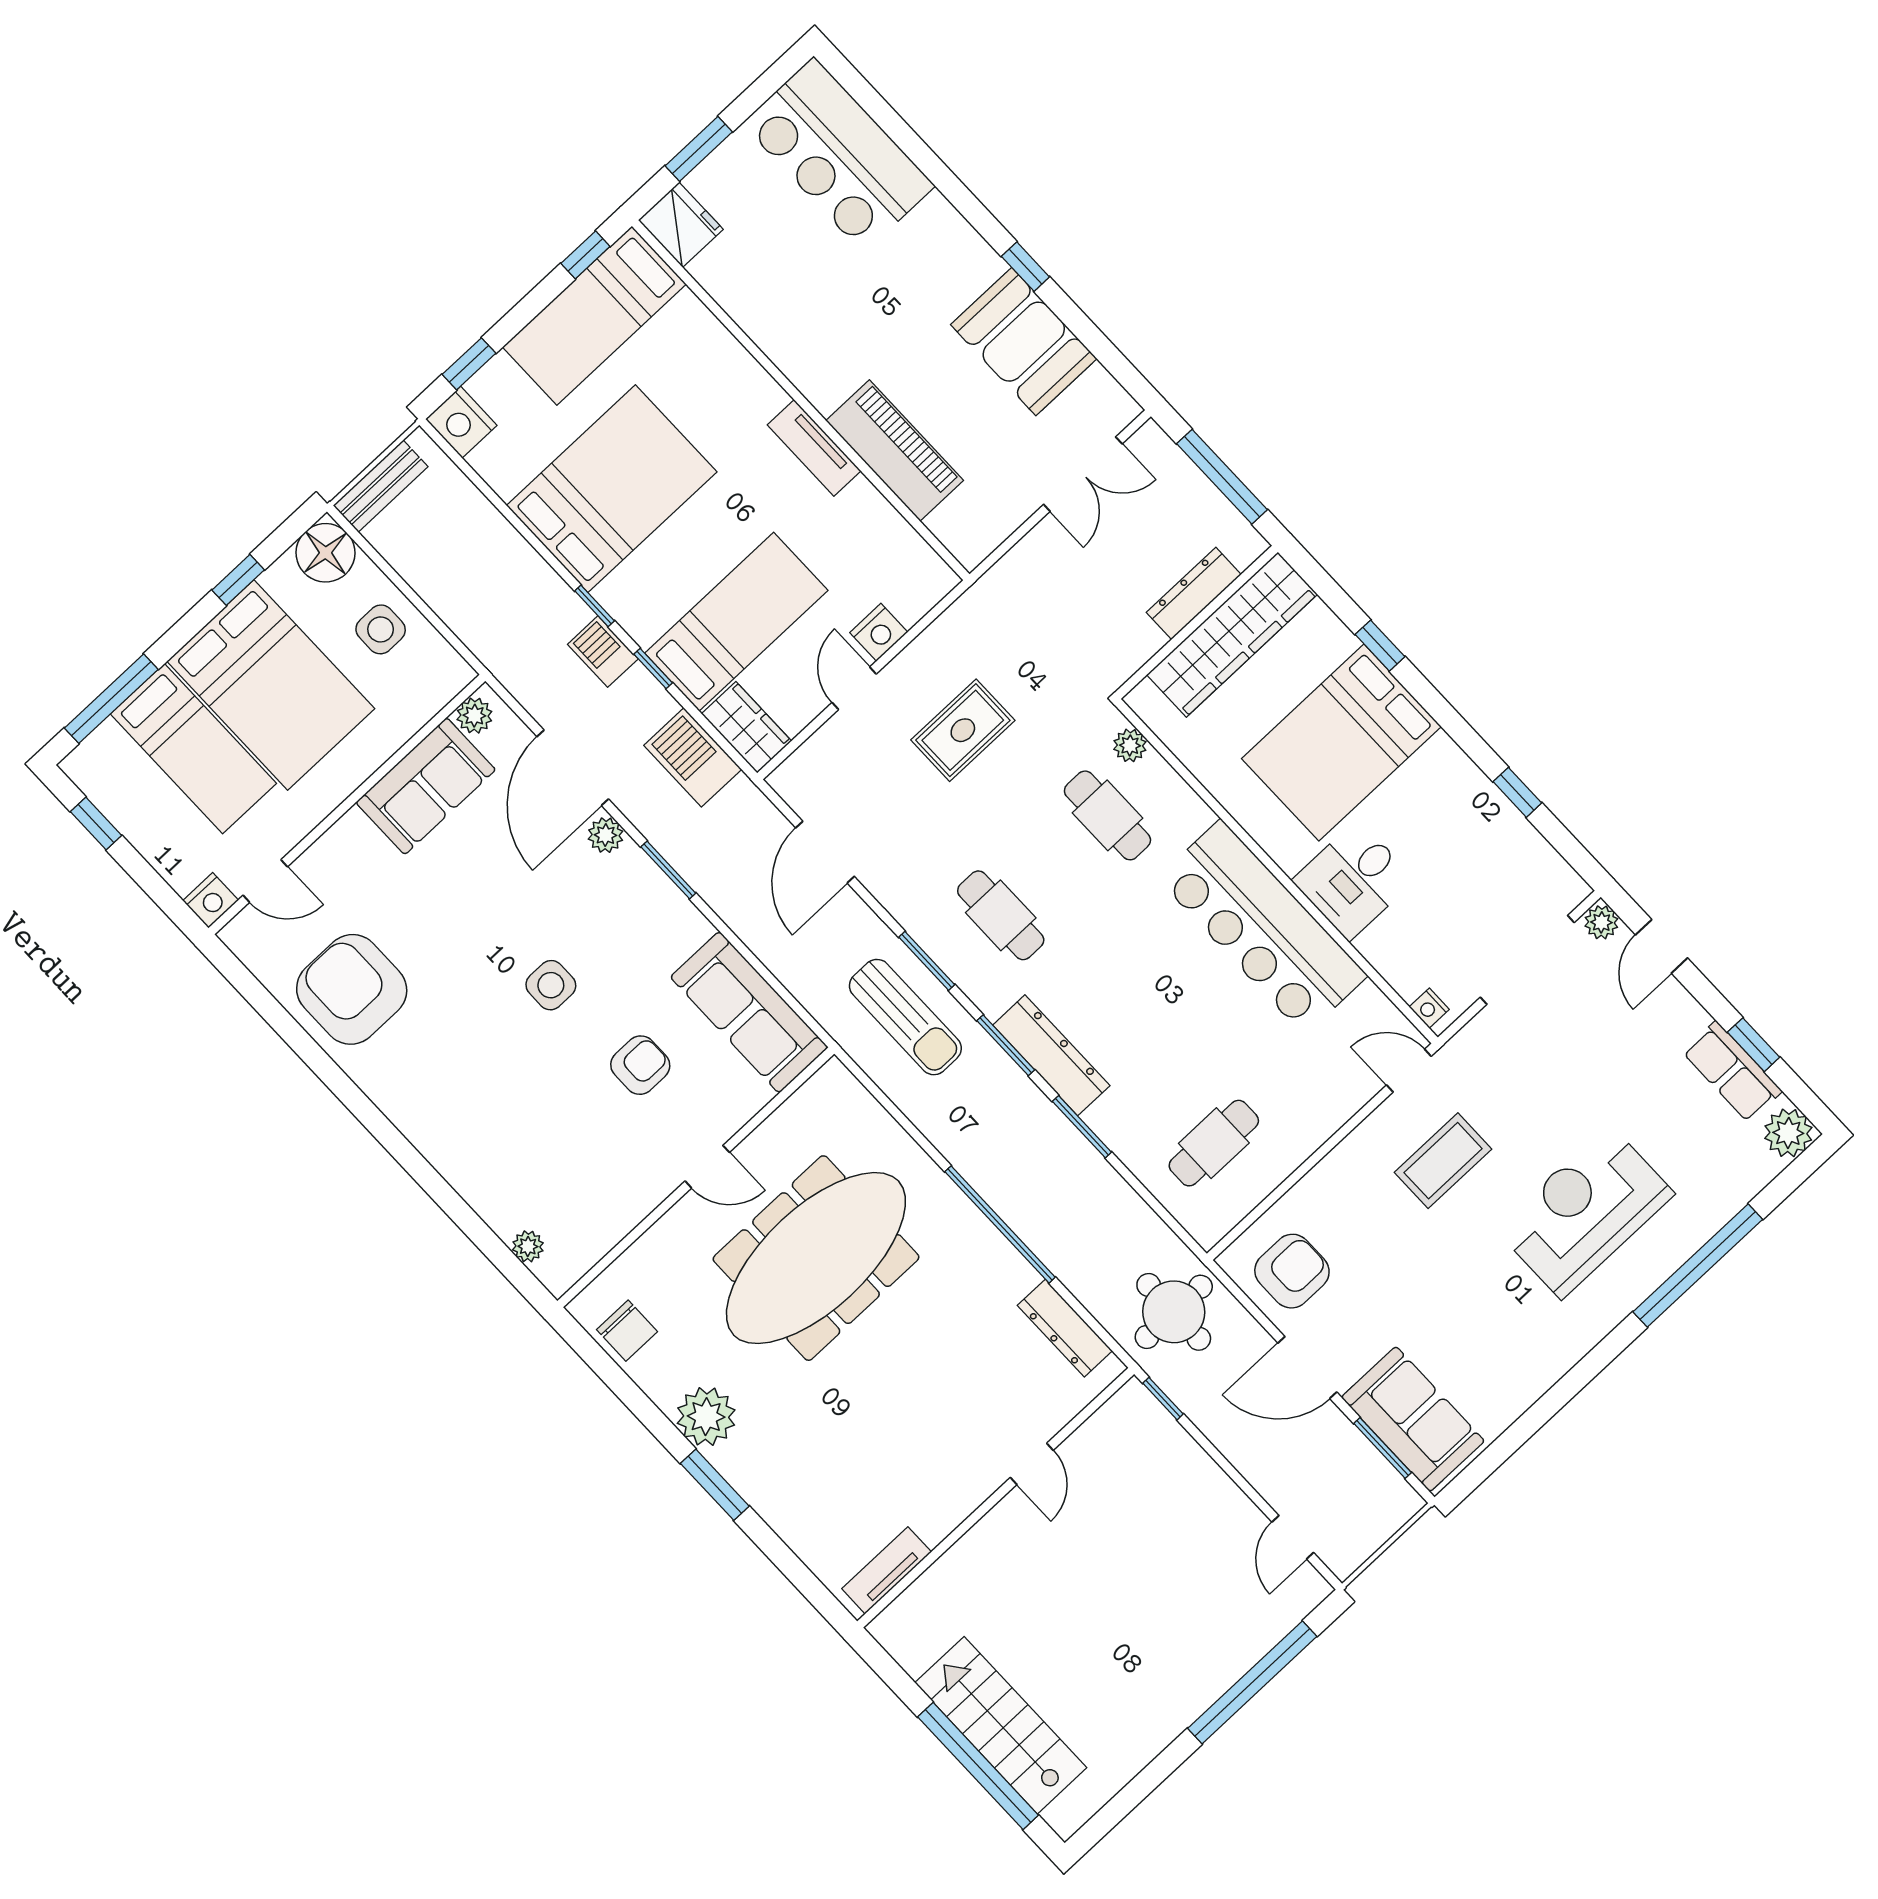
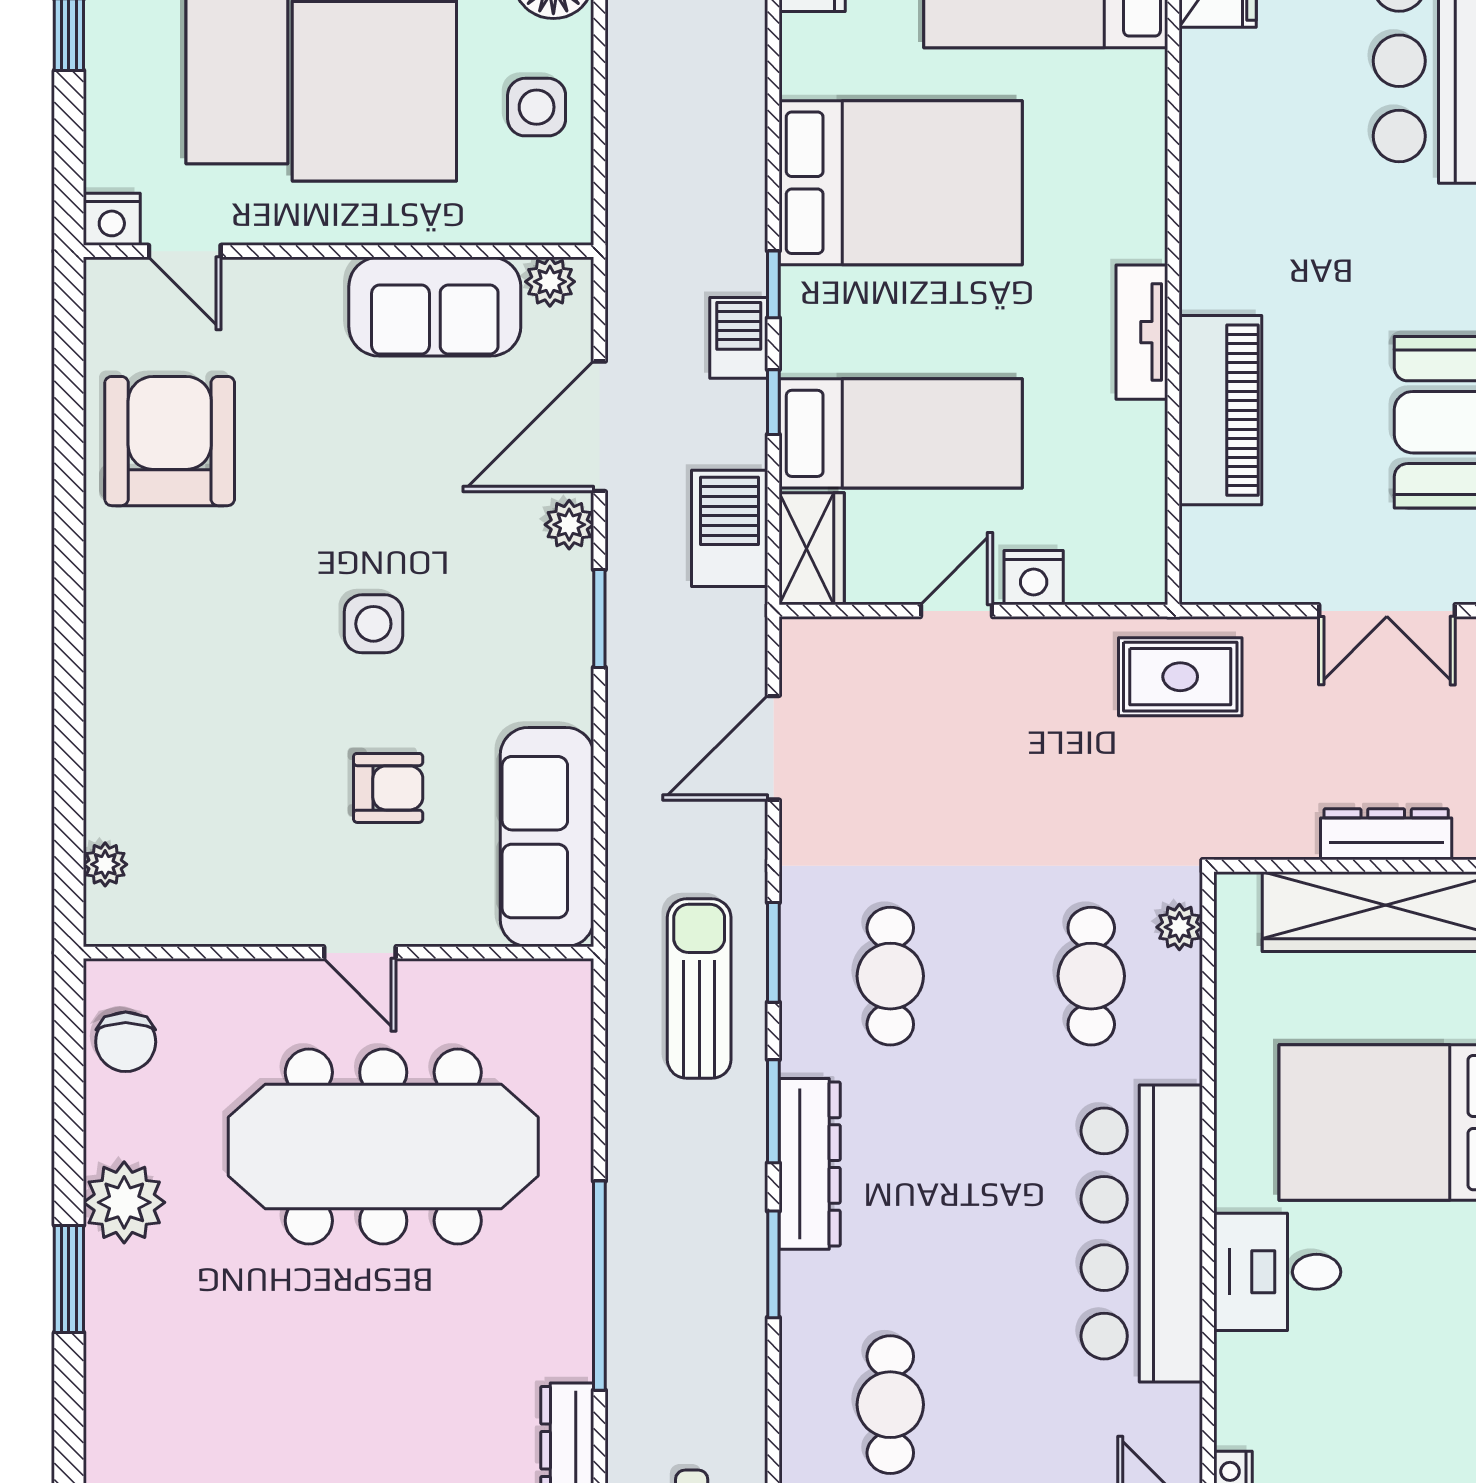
rug: (963, 730) -> (1180, 677), moved
sun lounger: (905, 1017) -> (699, 989), turned 180
cafe table: (1214, 1143) -> (890, 1405), turned 90

